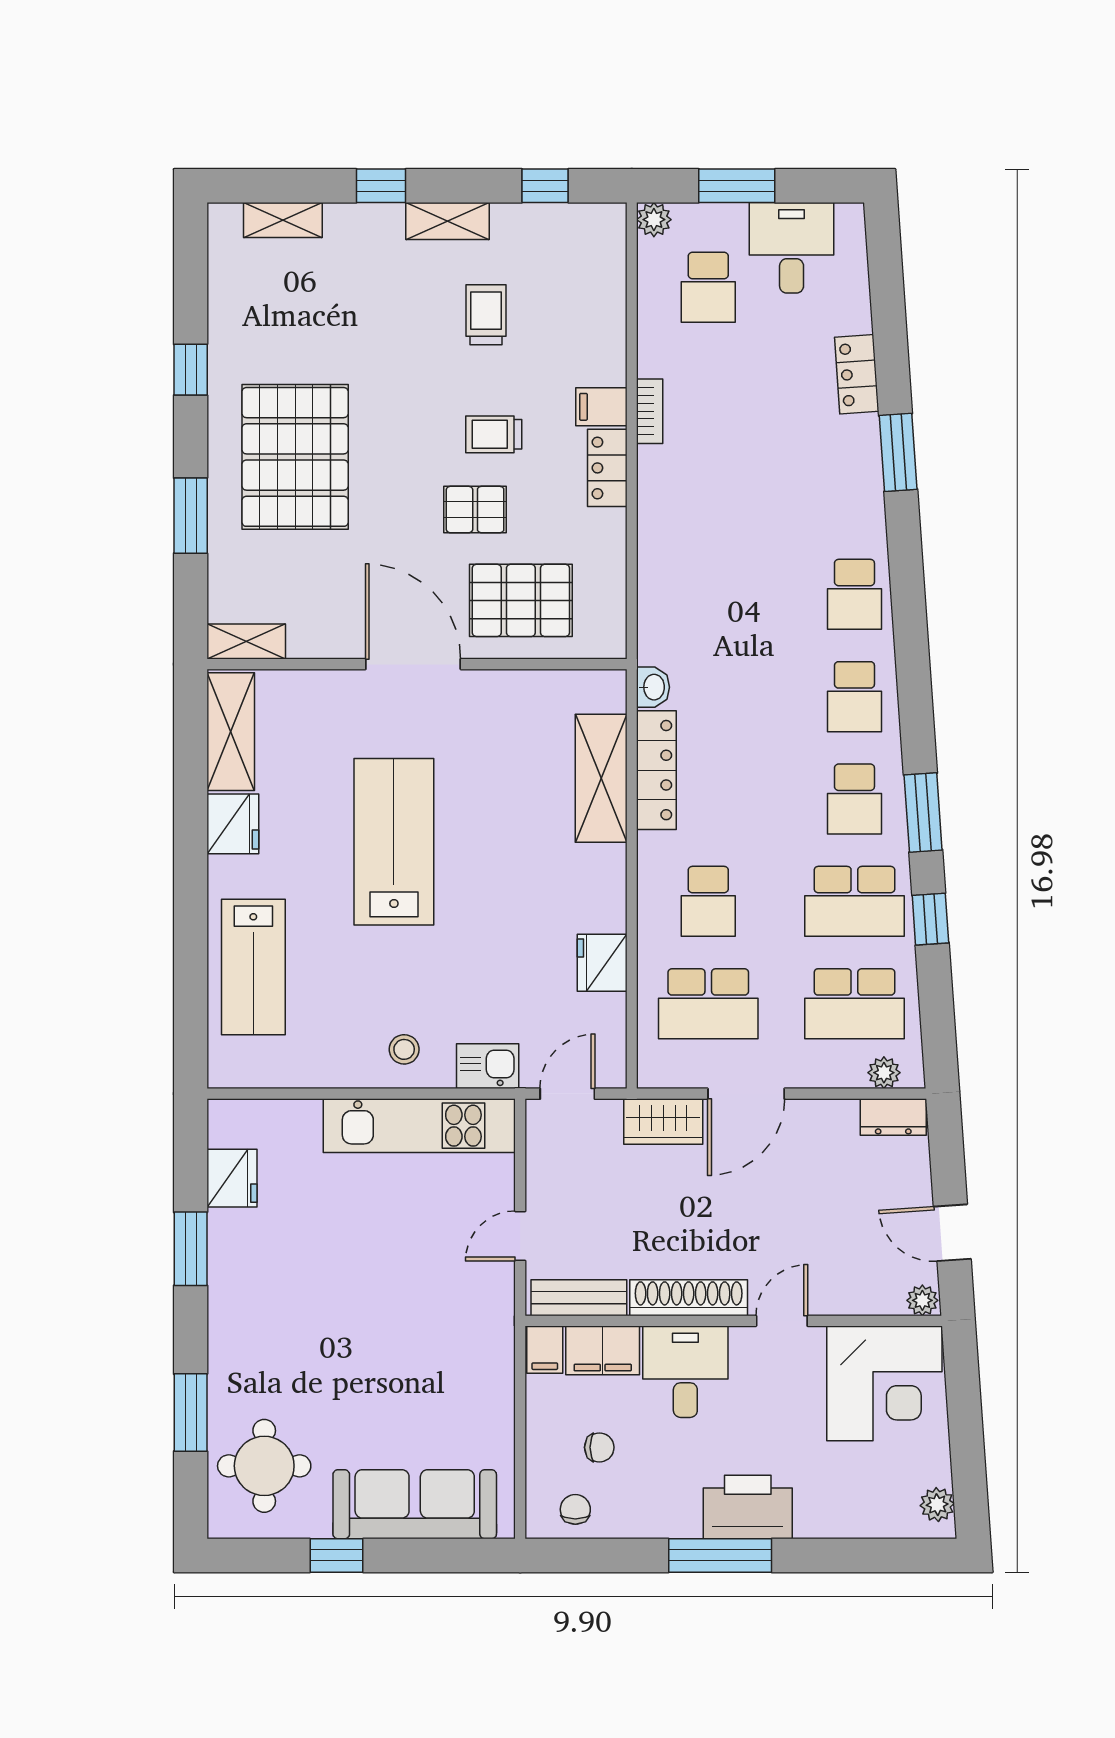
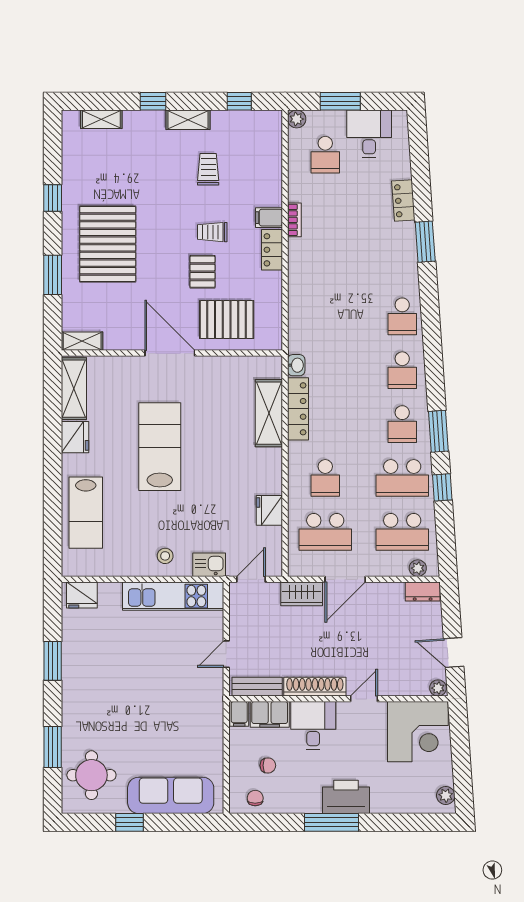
pallet: (475, 510) -> (202, 272), turned 90
fridge: (232, 1178) -> (82, 595), moved, turned 90

